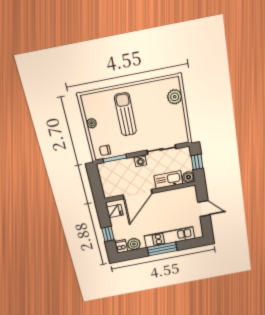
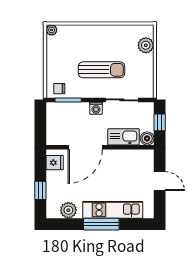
sun lounger: (125, 114) -> (101, 70), moved, turned 90
plant: (92, 123) -> (52, 30), moved
dishwasher: (121, 246) -> (53, 210), removed

